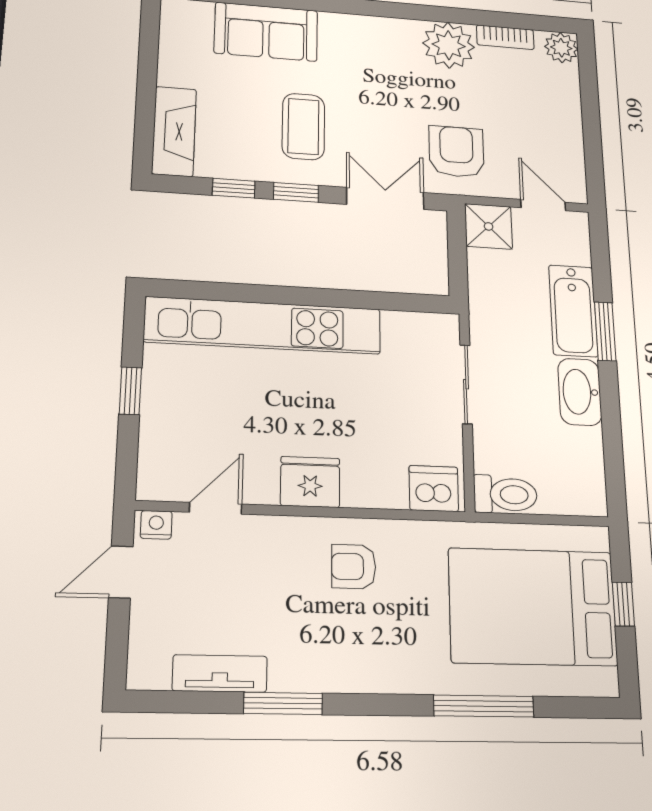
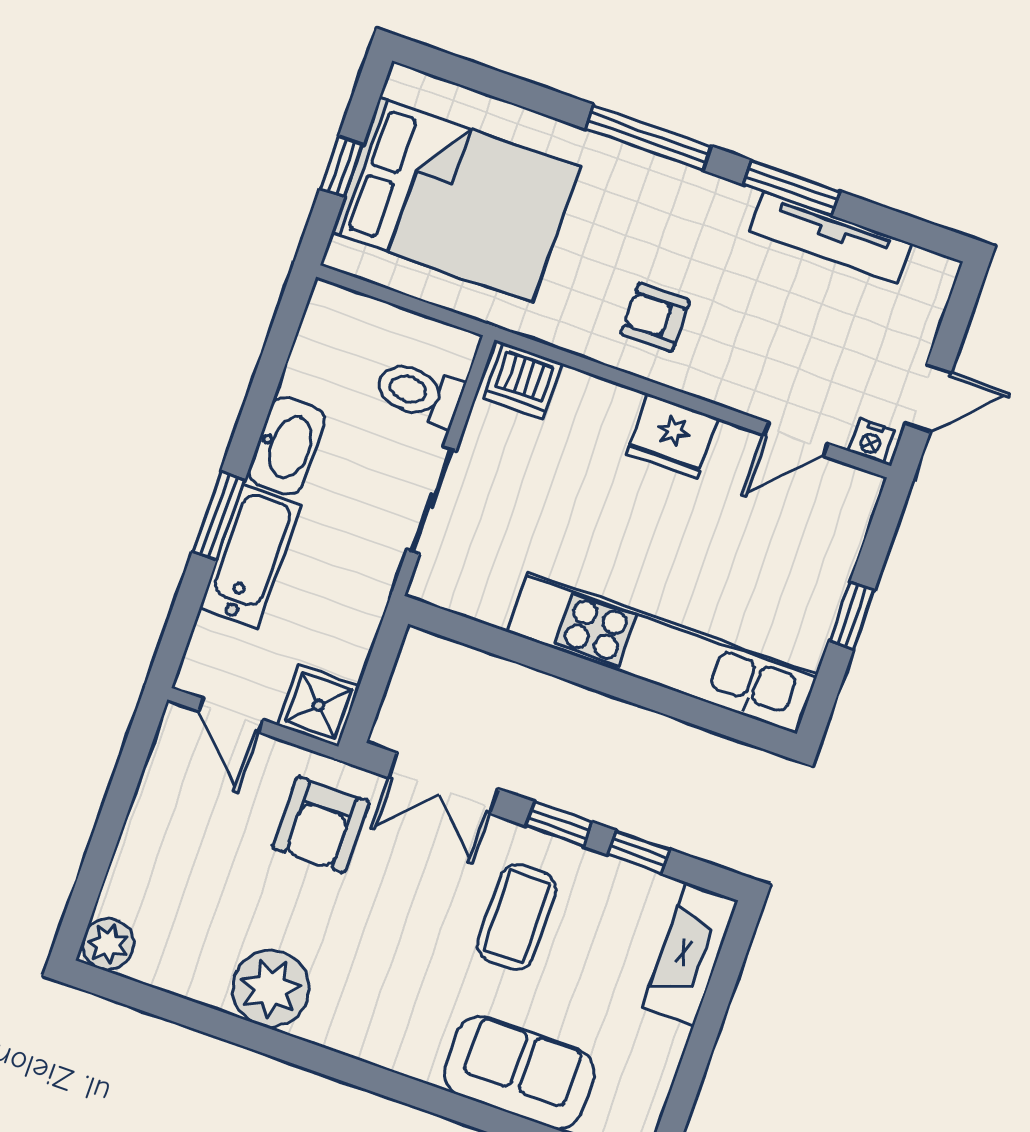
bookcase: (505, 37) -> (184, 981), removed
toilet: (505, 494) -> (419, 393), moved
armchair: (354, 567) -> (655, 317), turned 180
tv unit: (220, 673) -> (831, 237), width x1.41
window: (484, 706) -> (649, 138), moved

